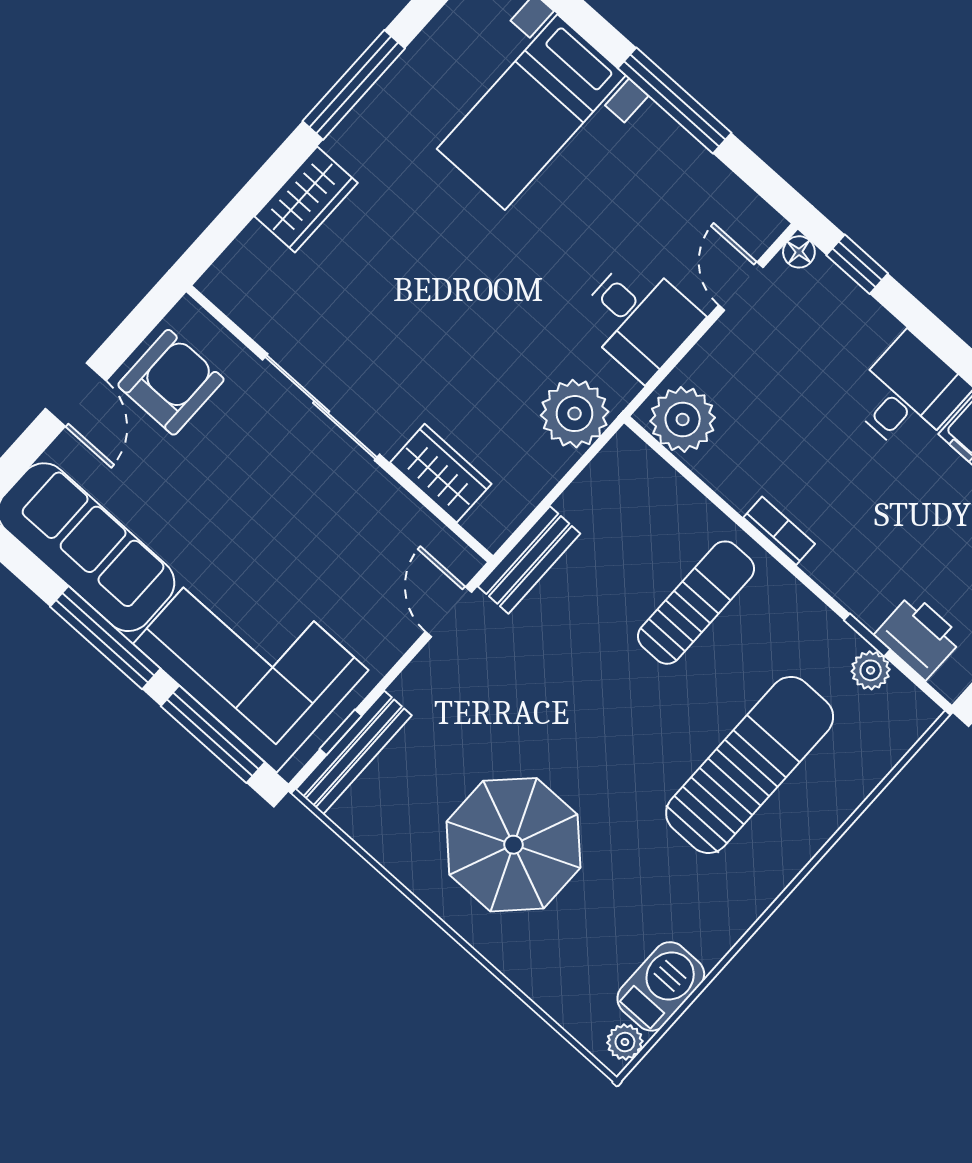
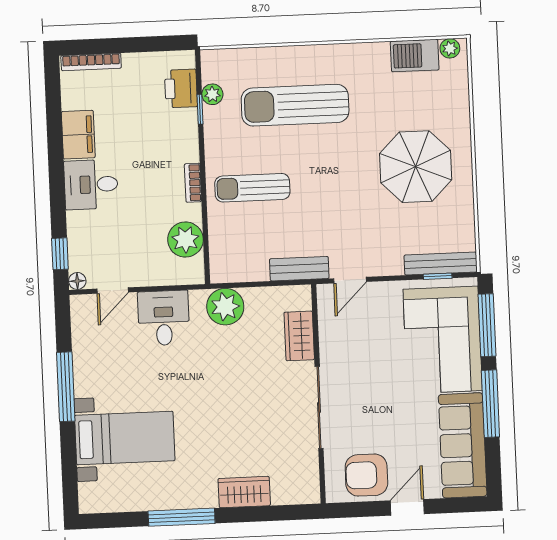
plant: (683, 419) -> (185, 240), moved

